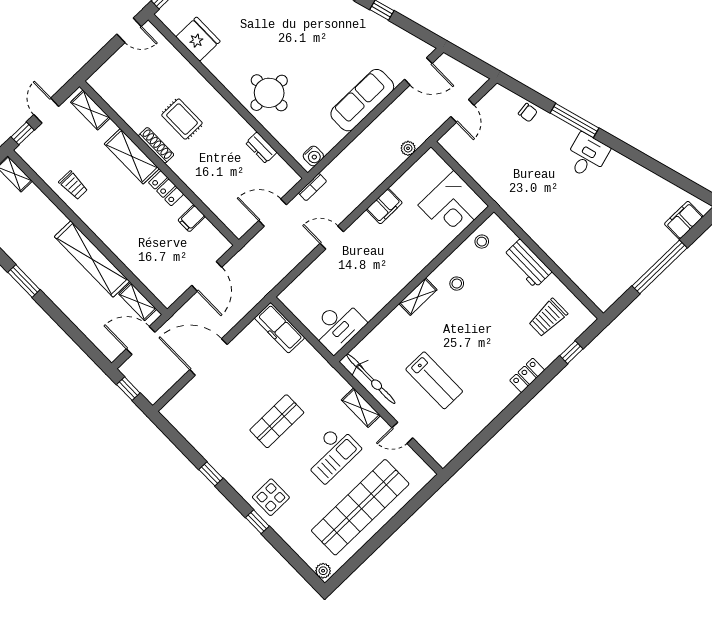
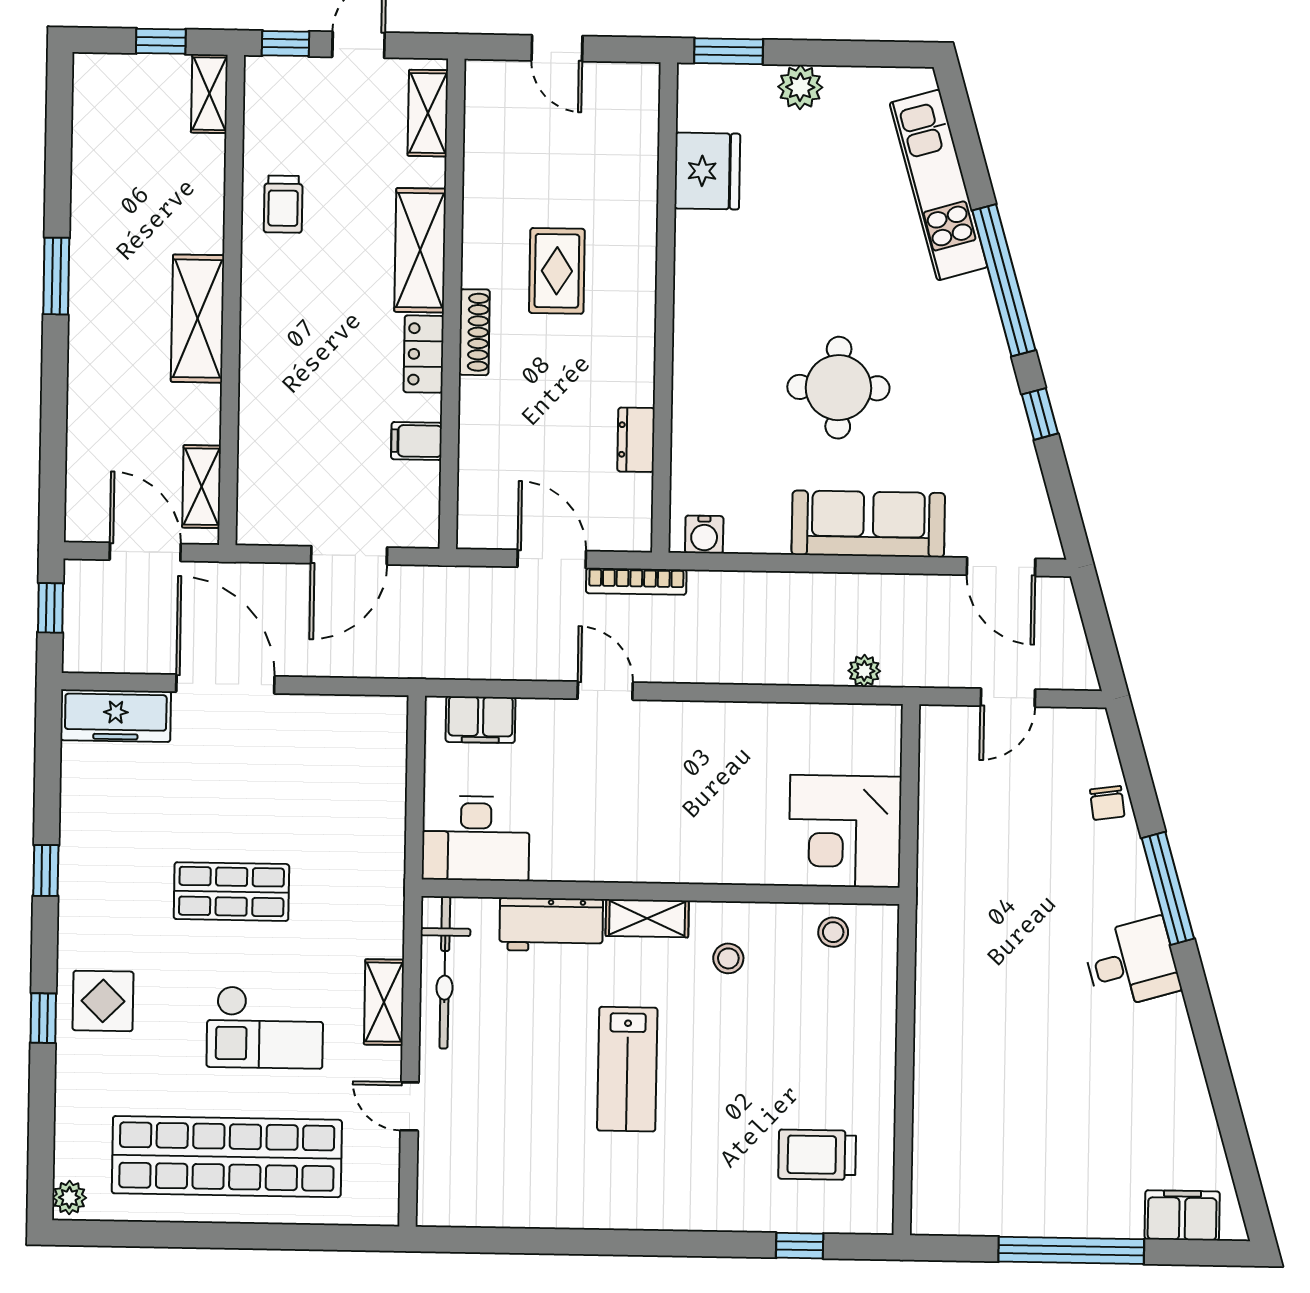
door: (129, 30) -> (557, 48), moved
round table: (269, 93) -> (838, 388), moved
shoe rack: (156, 145) -> (474, 332), moved
bookcase: (312, 187) -> (636, 581), width x1.56
filing cabinet: (384, 206) -> (481, 720), moved
shelving: (92, 259) -> (198, 319), width x0.68
workbench: (528, 263) -> (551, 925), moved, turned -90
freezer: (280, 328) -> (116, 716), moved, turned -90
locker: (527, 375) -> (694, 1212), removed
lab bench: (434, 380) -> (627, 1069), moved

